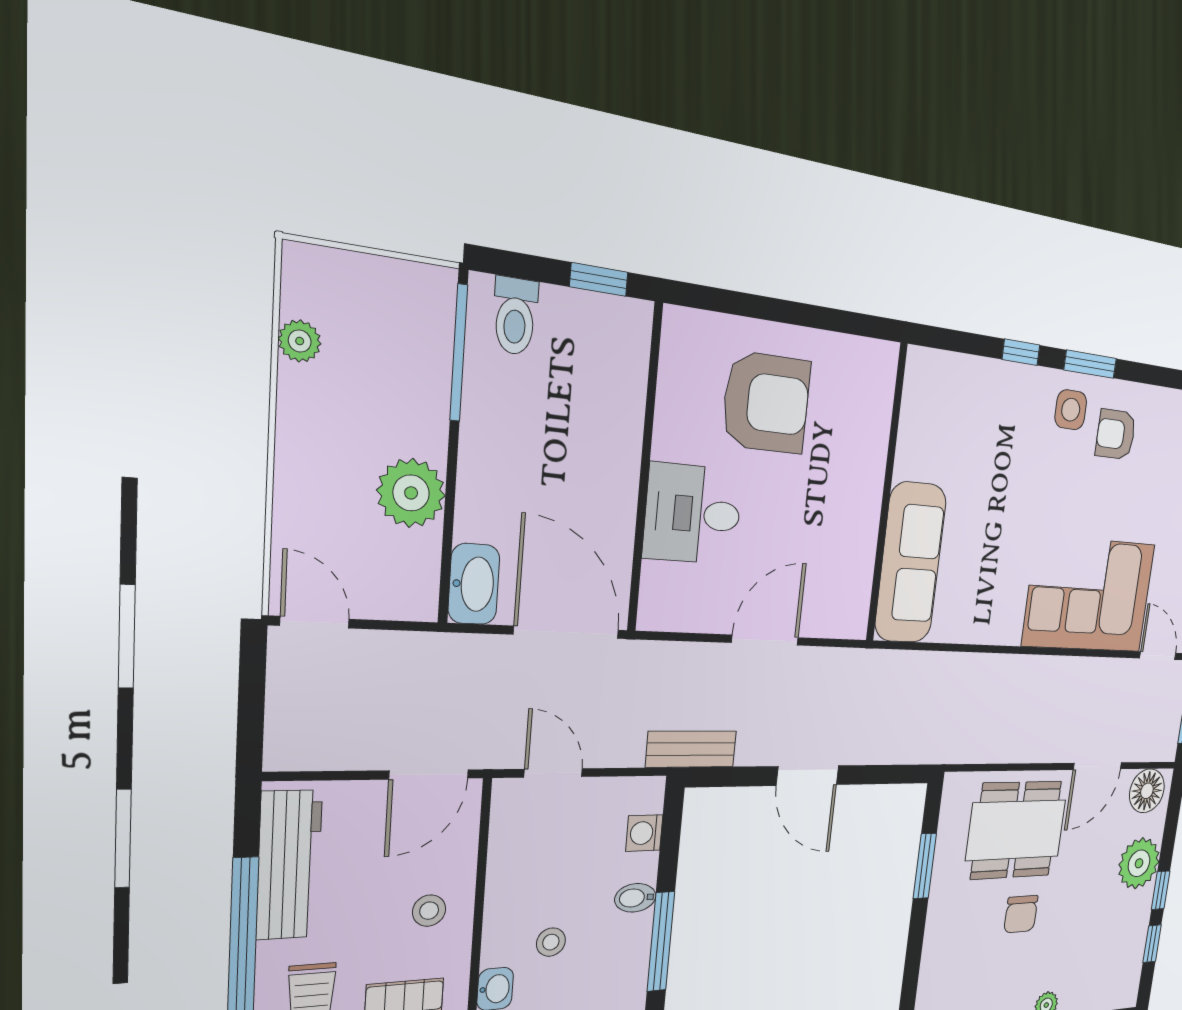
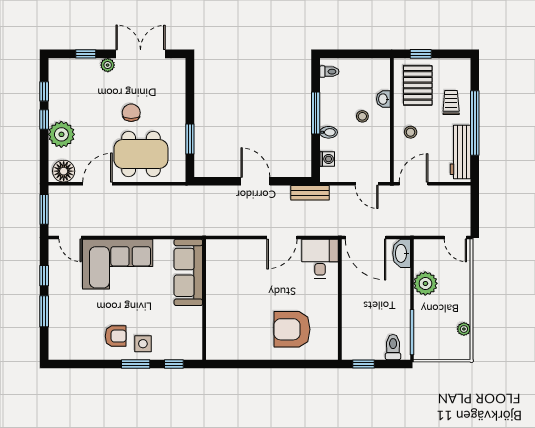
wall: (886, 494) -> (204, 299), moved
desk: (693, 514) -> (320, 259), moved, turned -90
sofa: (910, 563) -> (188, 272), moved

